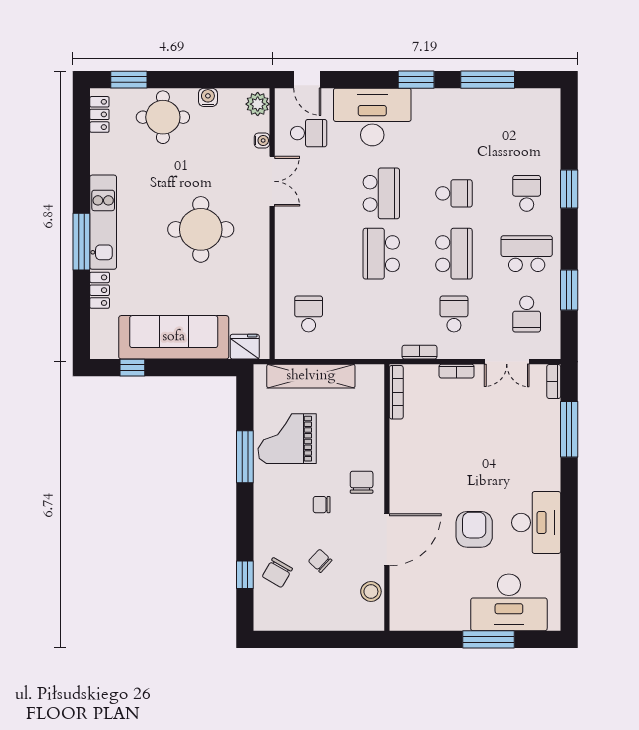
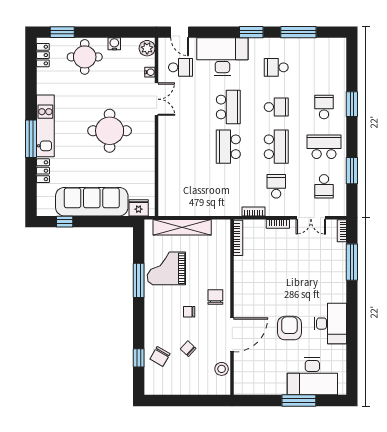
school desk: (309, 314) -> (276, 67), moved, turned -90

